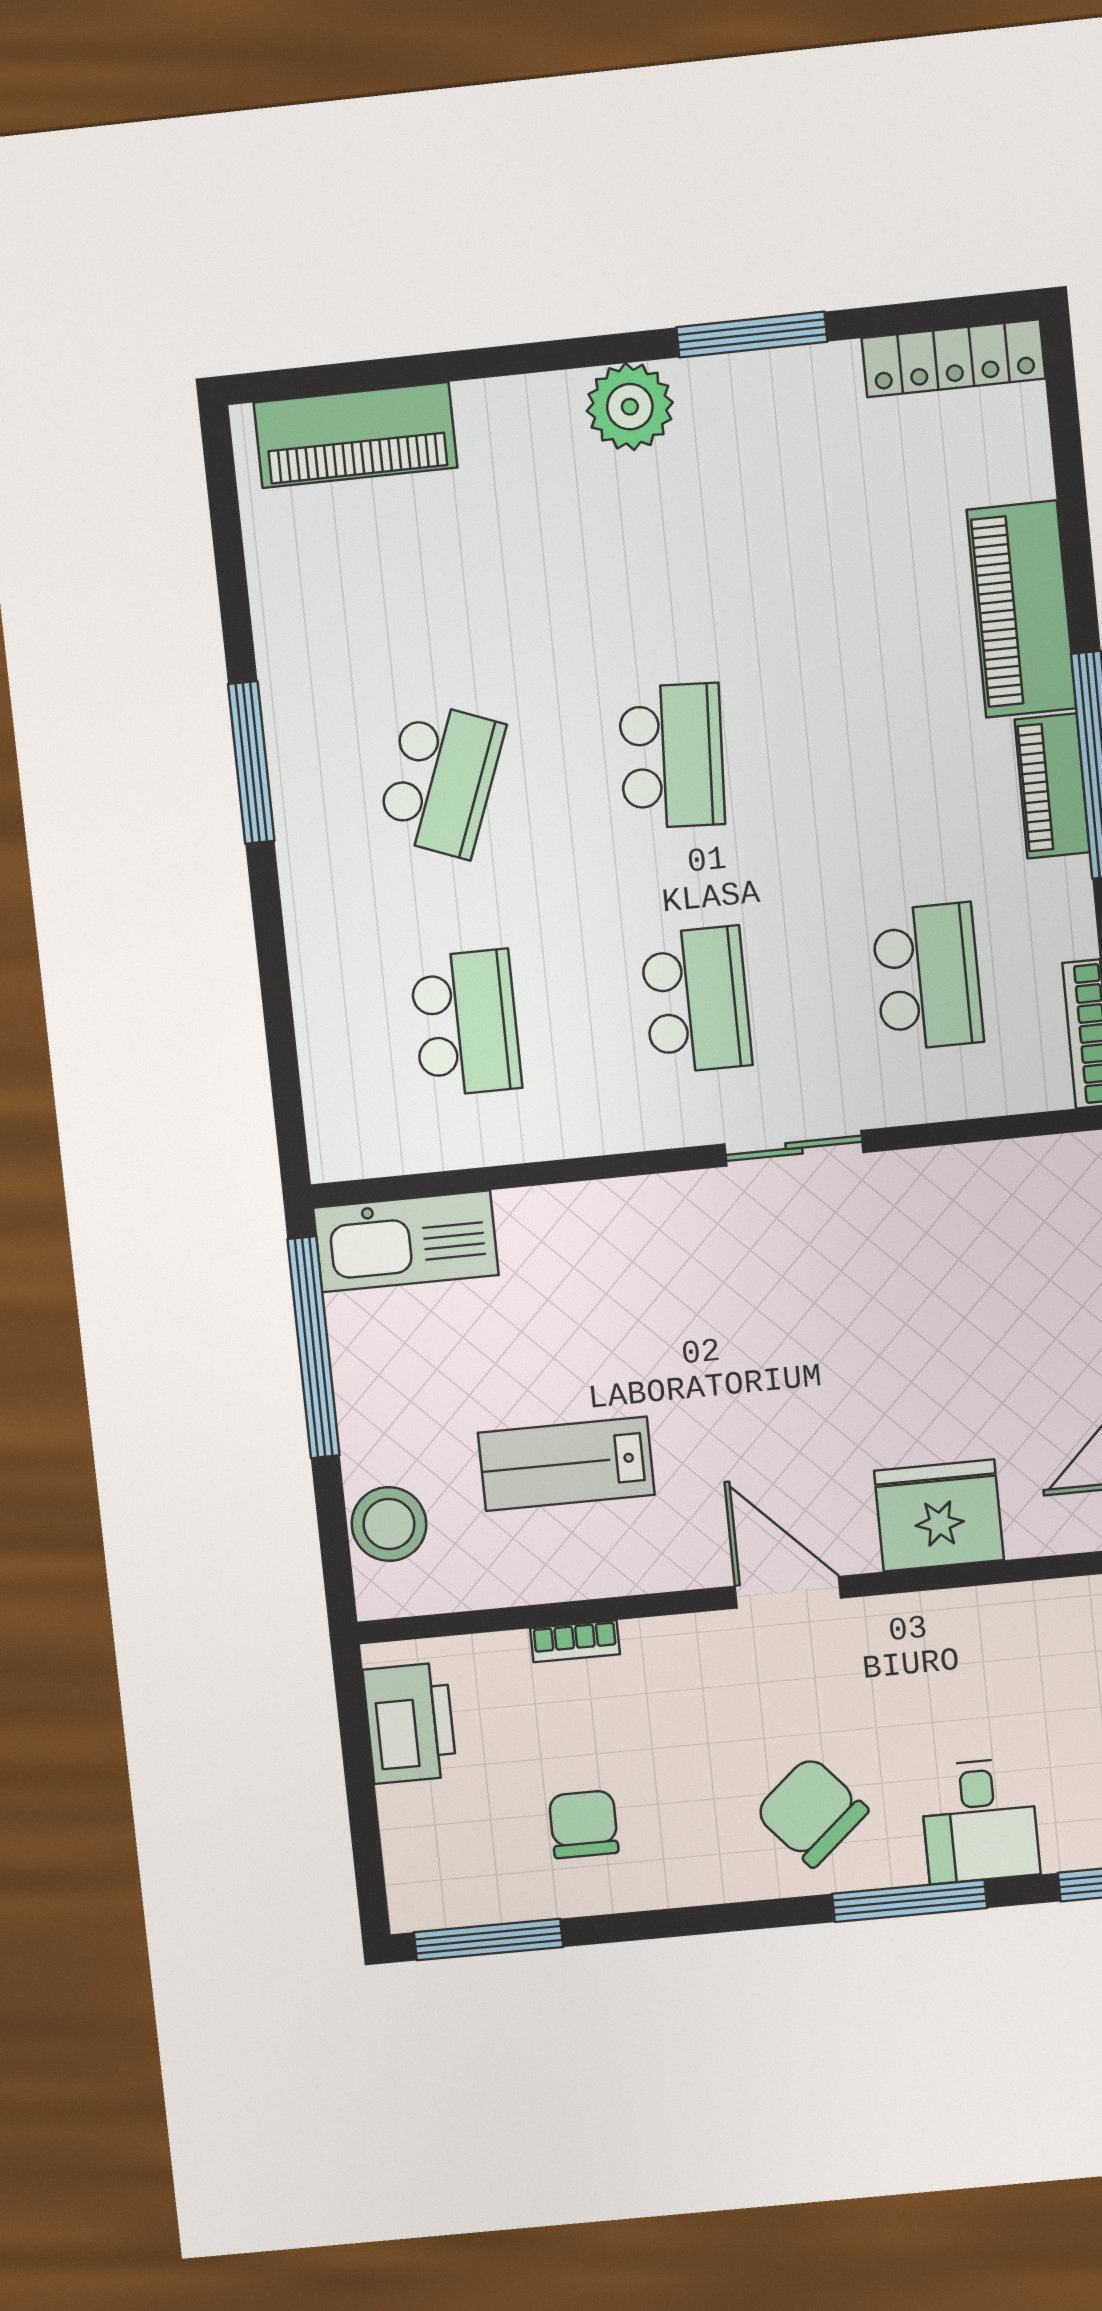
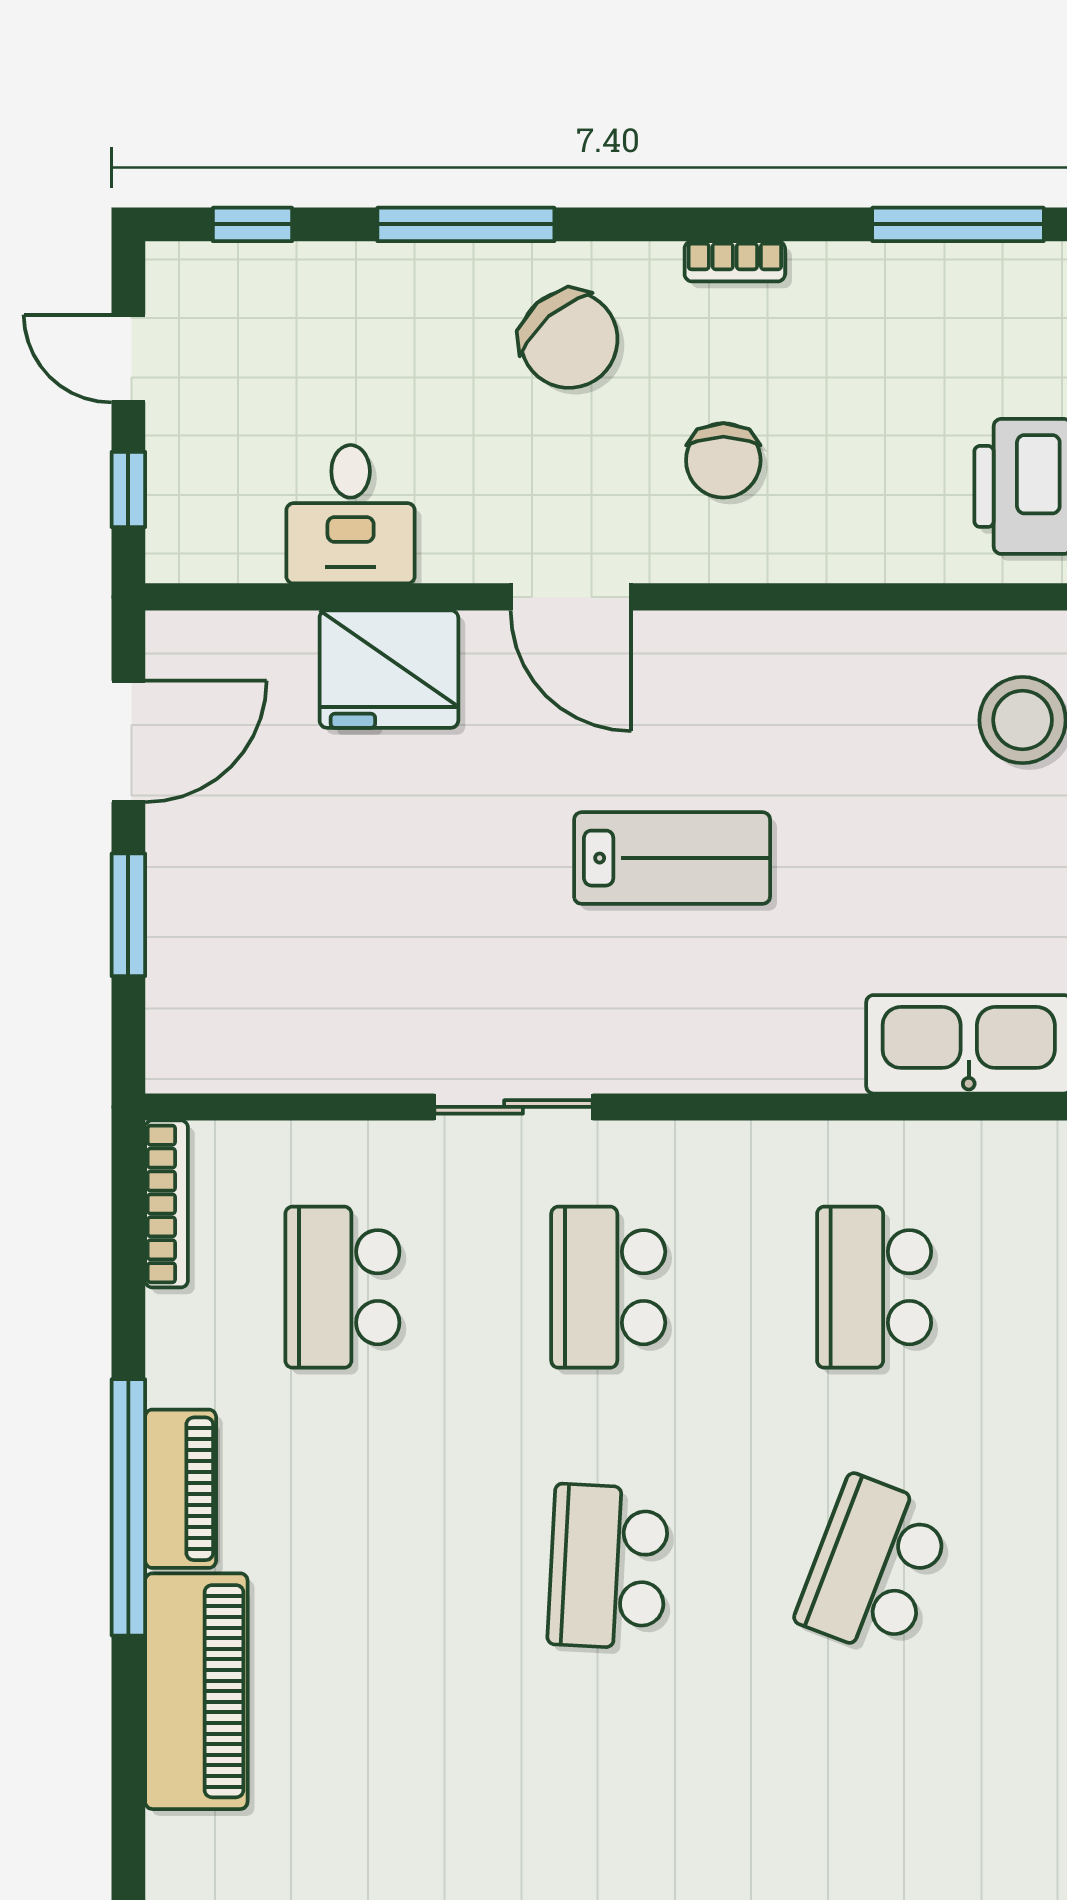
lab bench: (566, 1464) -> (672, 858), moved
bookcase: (575, 1641) -> (735, 261), moved, turned 180
desk: (980, 1821) -> (351, 514), moved, turned 180
chair: (584, 1824) -> (723, 460), moved

